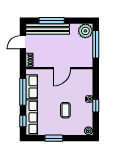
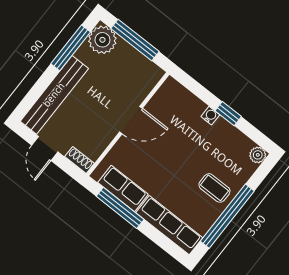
window: (52, 21) -> (71, 48), moved
door: (62, 68) -> (131, 120), hinge flipped
coffee table: (65, 110) -> (214, 188), moved
window: (23, 121) -> (164, 243), removed
window: (54, 138) -> (227, 216), width x2.11

